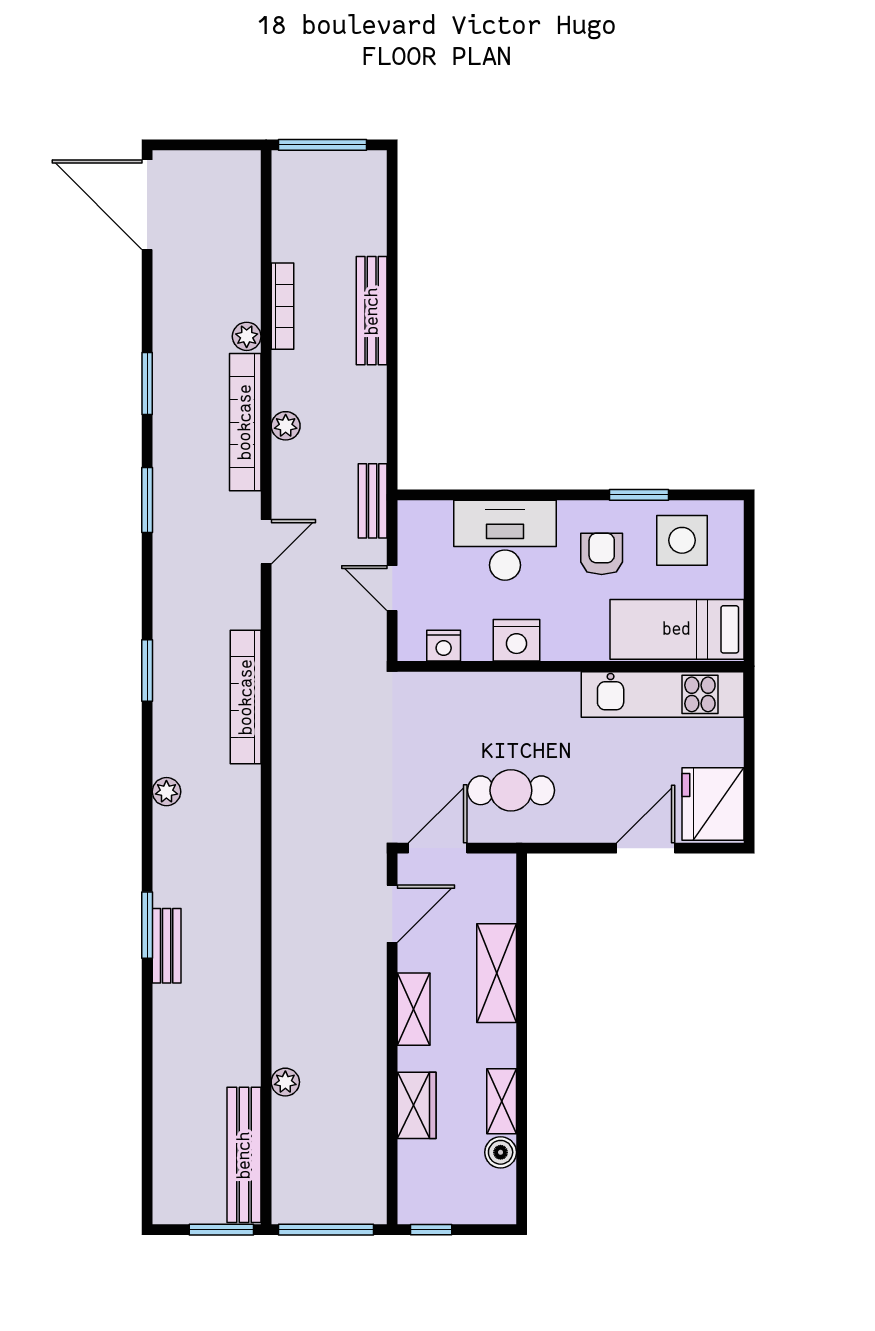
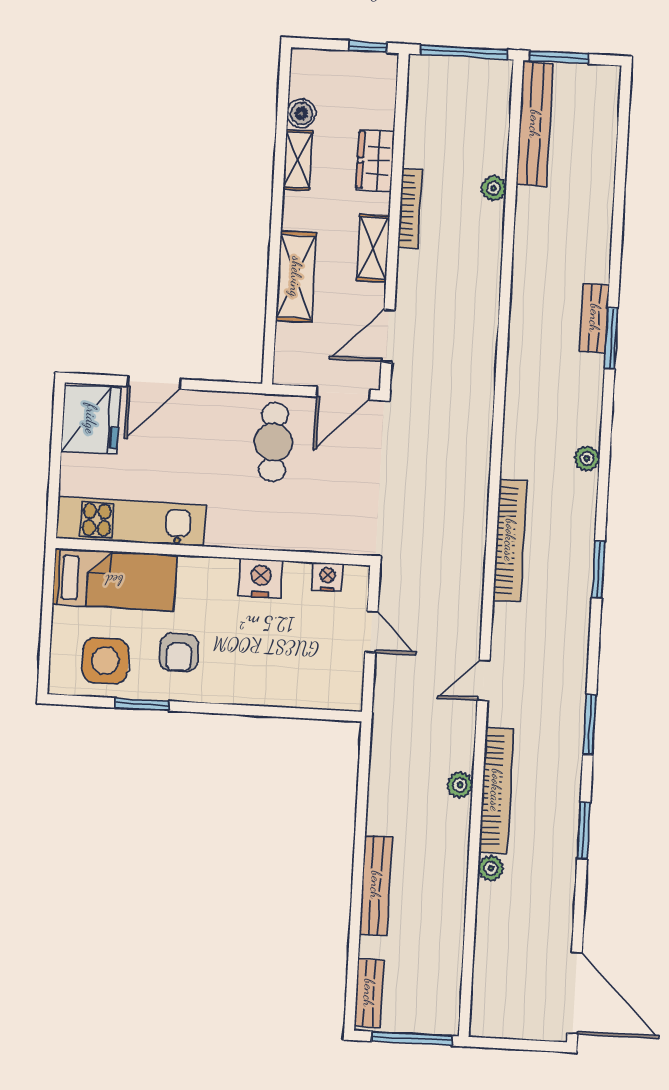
bookcase: (282, 306) -> (410, 208), moved, turned 180
bench: (373, 501) -> (369, 993), moved
desk: (505, 540) -> (266, 670), removed
cafe table: (511, 790) -> (274, 442), turned 90

